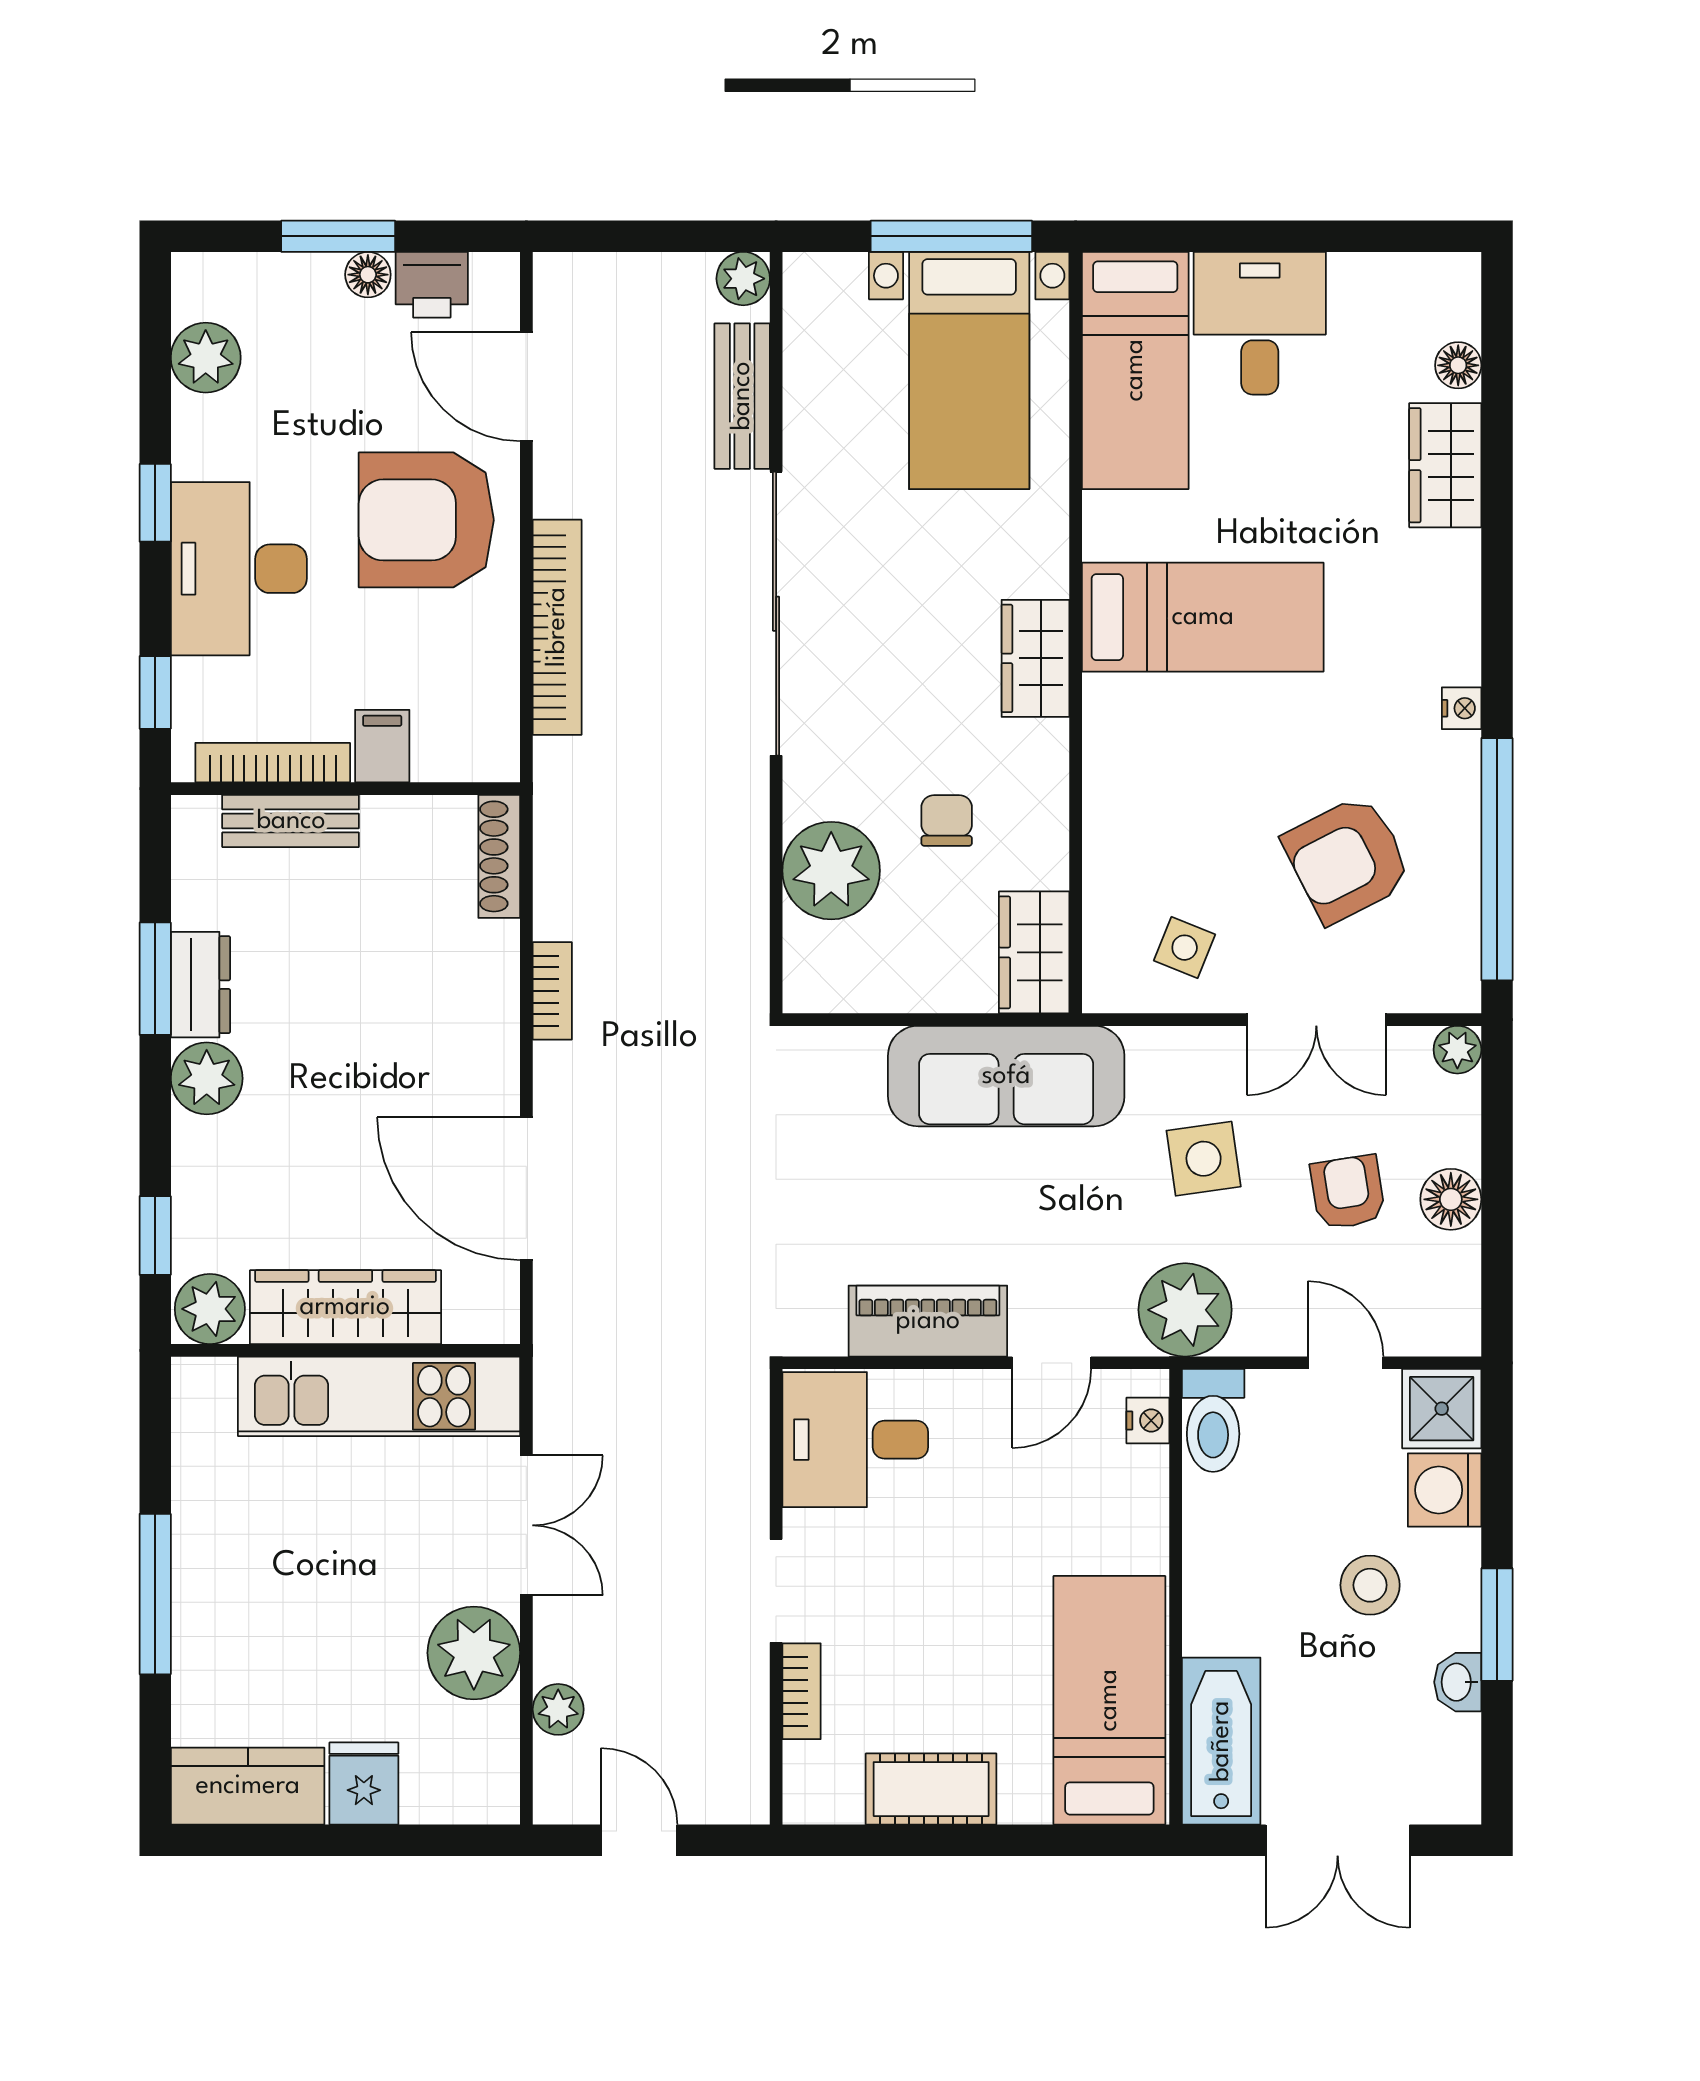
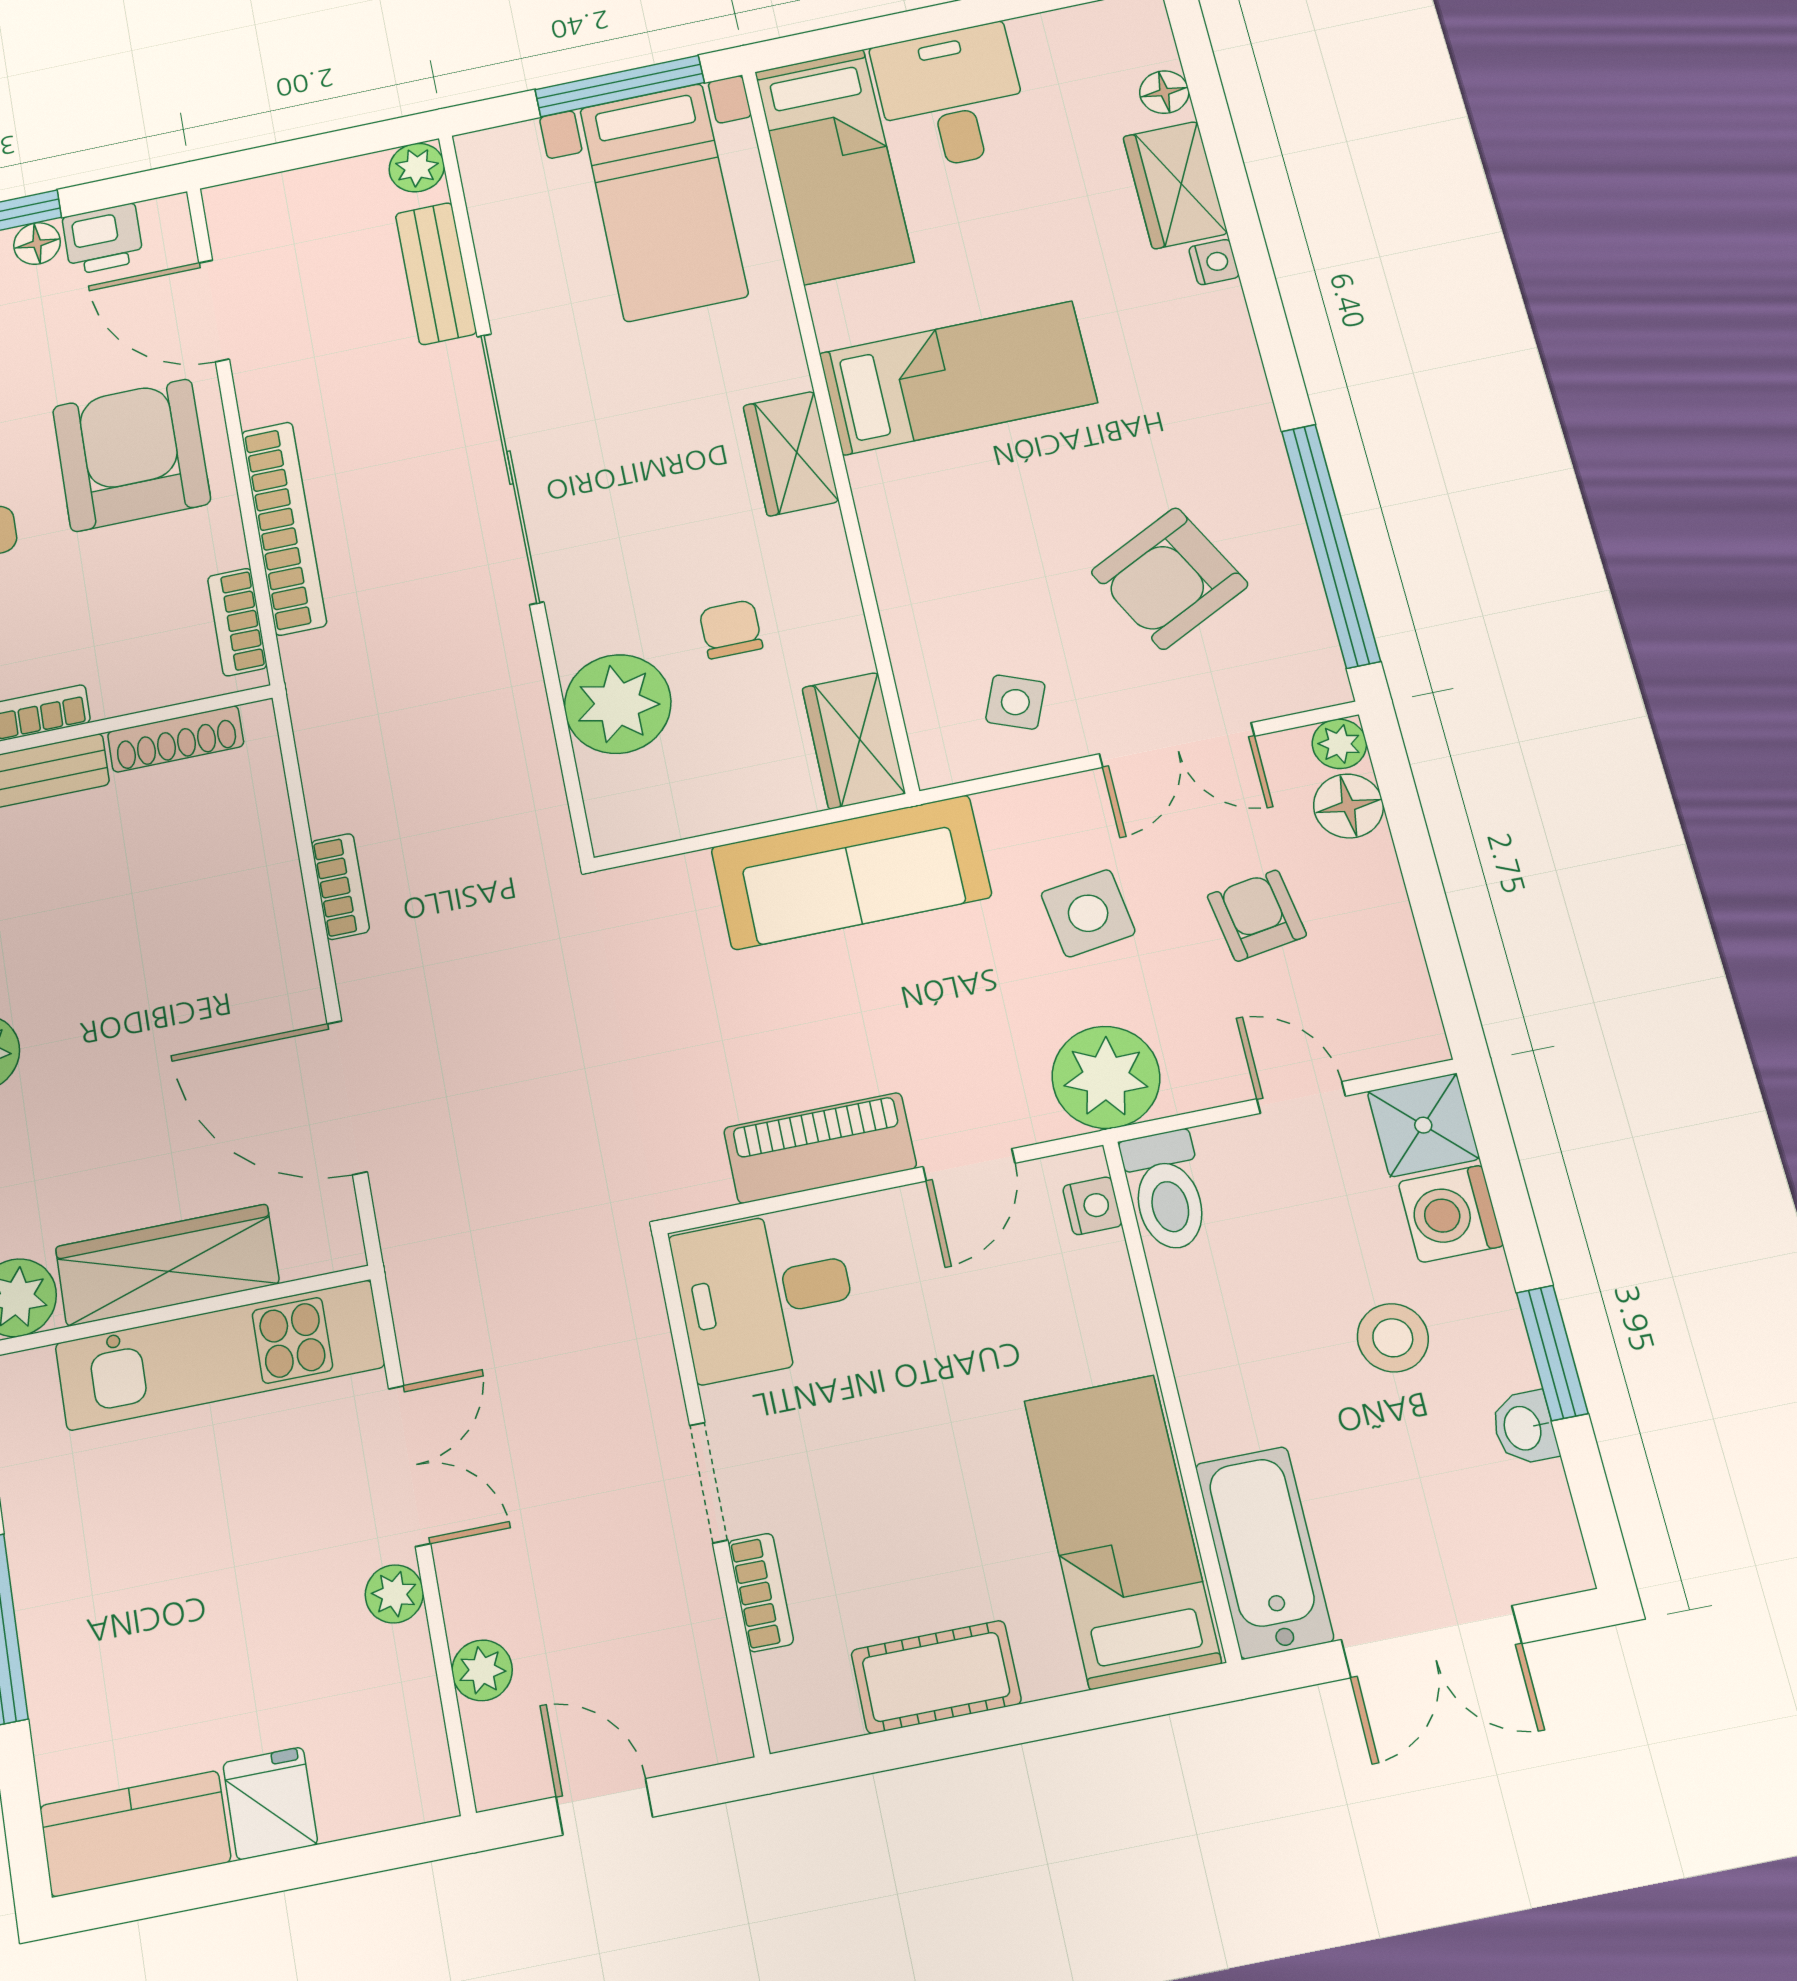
armchair: (426, 520) -> (131, 455), turned 90
nightstand: (1462, 708) -> (1214, 262), moved
bookcase: (499, 712) -> (237, 622), added
filing cabinet: (382, 746) -> (119, 680), removed
shoe rack: (499, 856) -> (176, 739), moved, turned -90
floor lamp: (1451, 1199) -> (1348, 806), moved
plant: (474, 1653) -> (394, 1594), width x0.53, depth x0.53

